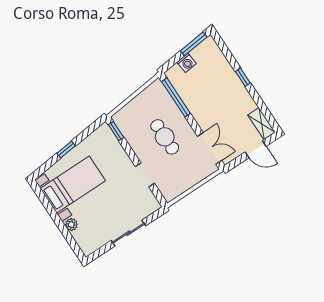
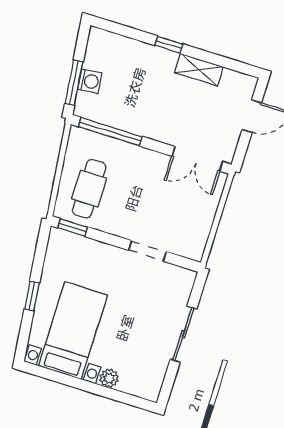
window: (194, 44) -> (74, 83), moved
shelving: (262, 124) -> (199, 70), moved
cafe table: (165, 137) -> (89, 189), moved, turned 90
double door: (209, 148) -> (197, 159), swing flipped

